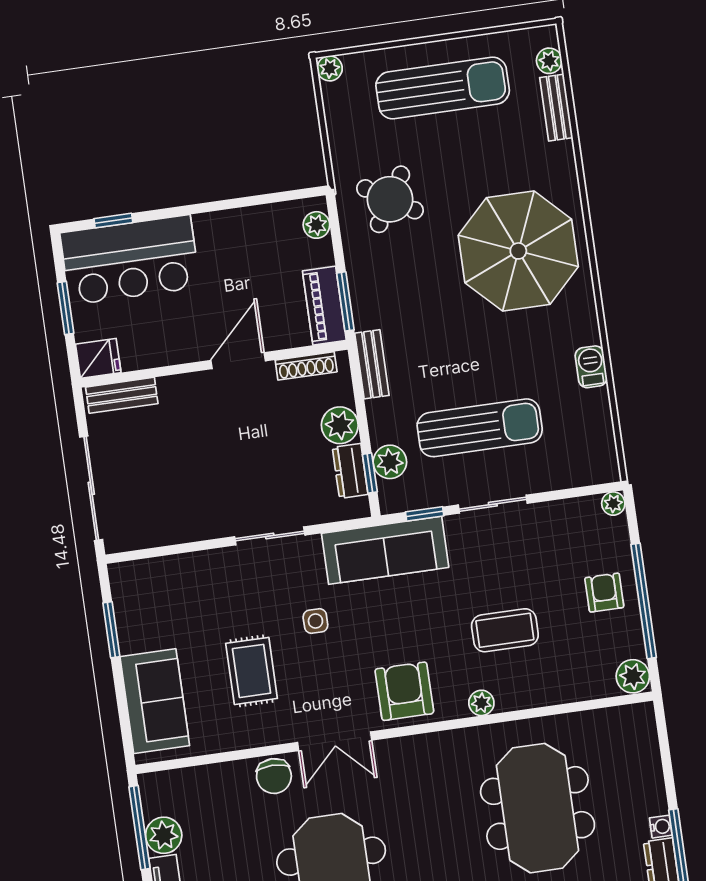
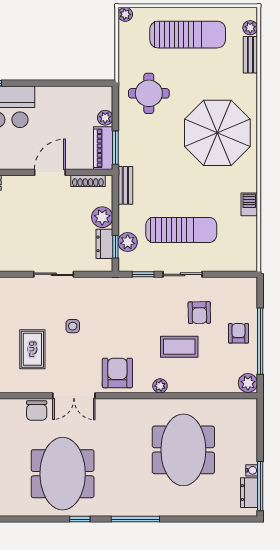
round table: (390, 199) -> (149, 93), turned -32
plant: (316, 225) -> (105, 118), moved
plant: (613, 504) -> (251, 284), removed
sofa: (385, 550) -> (118, 292), removed
armchair: (531, 566) -> (199, 313), added

